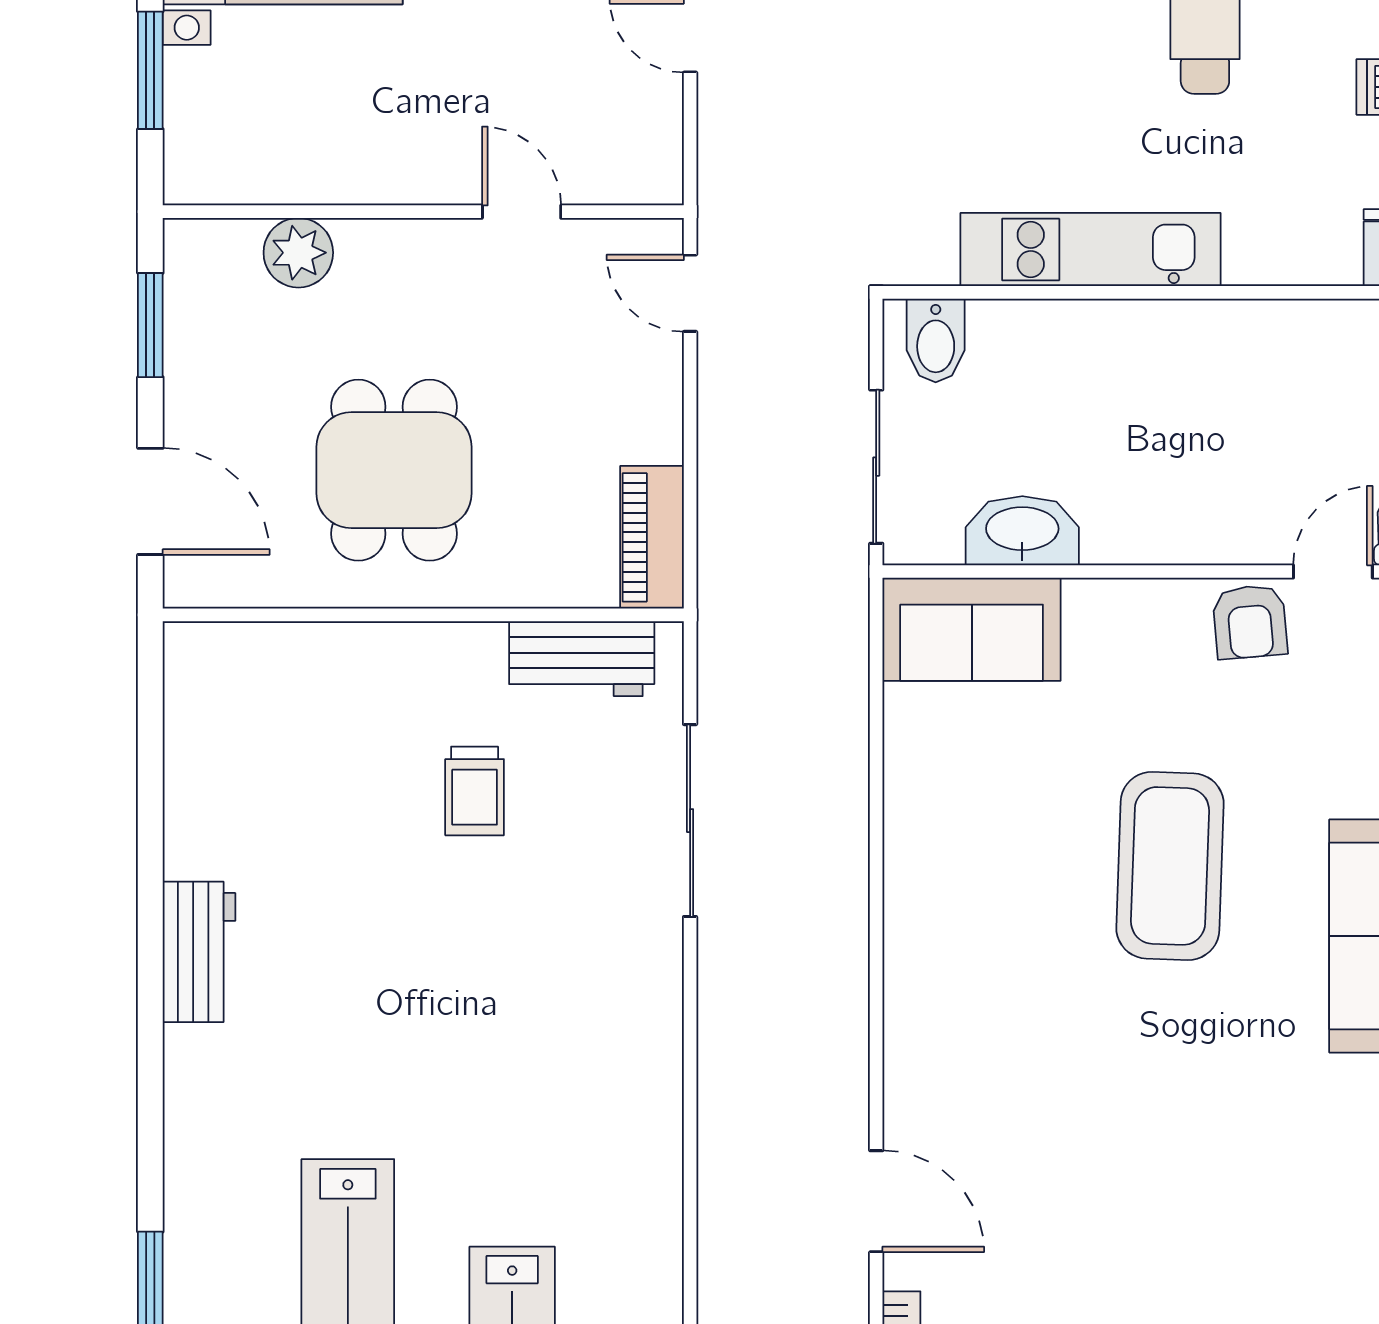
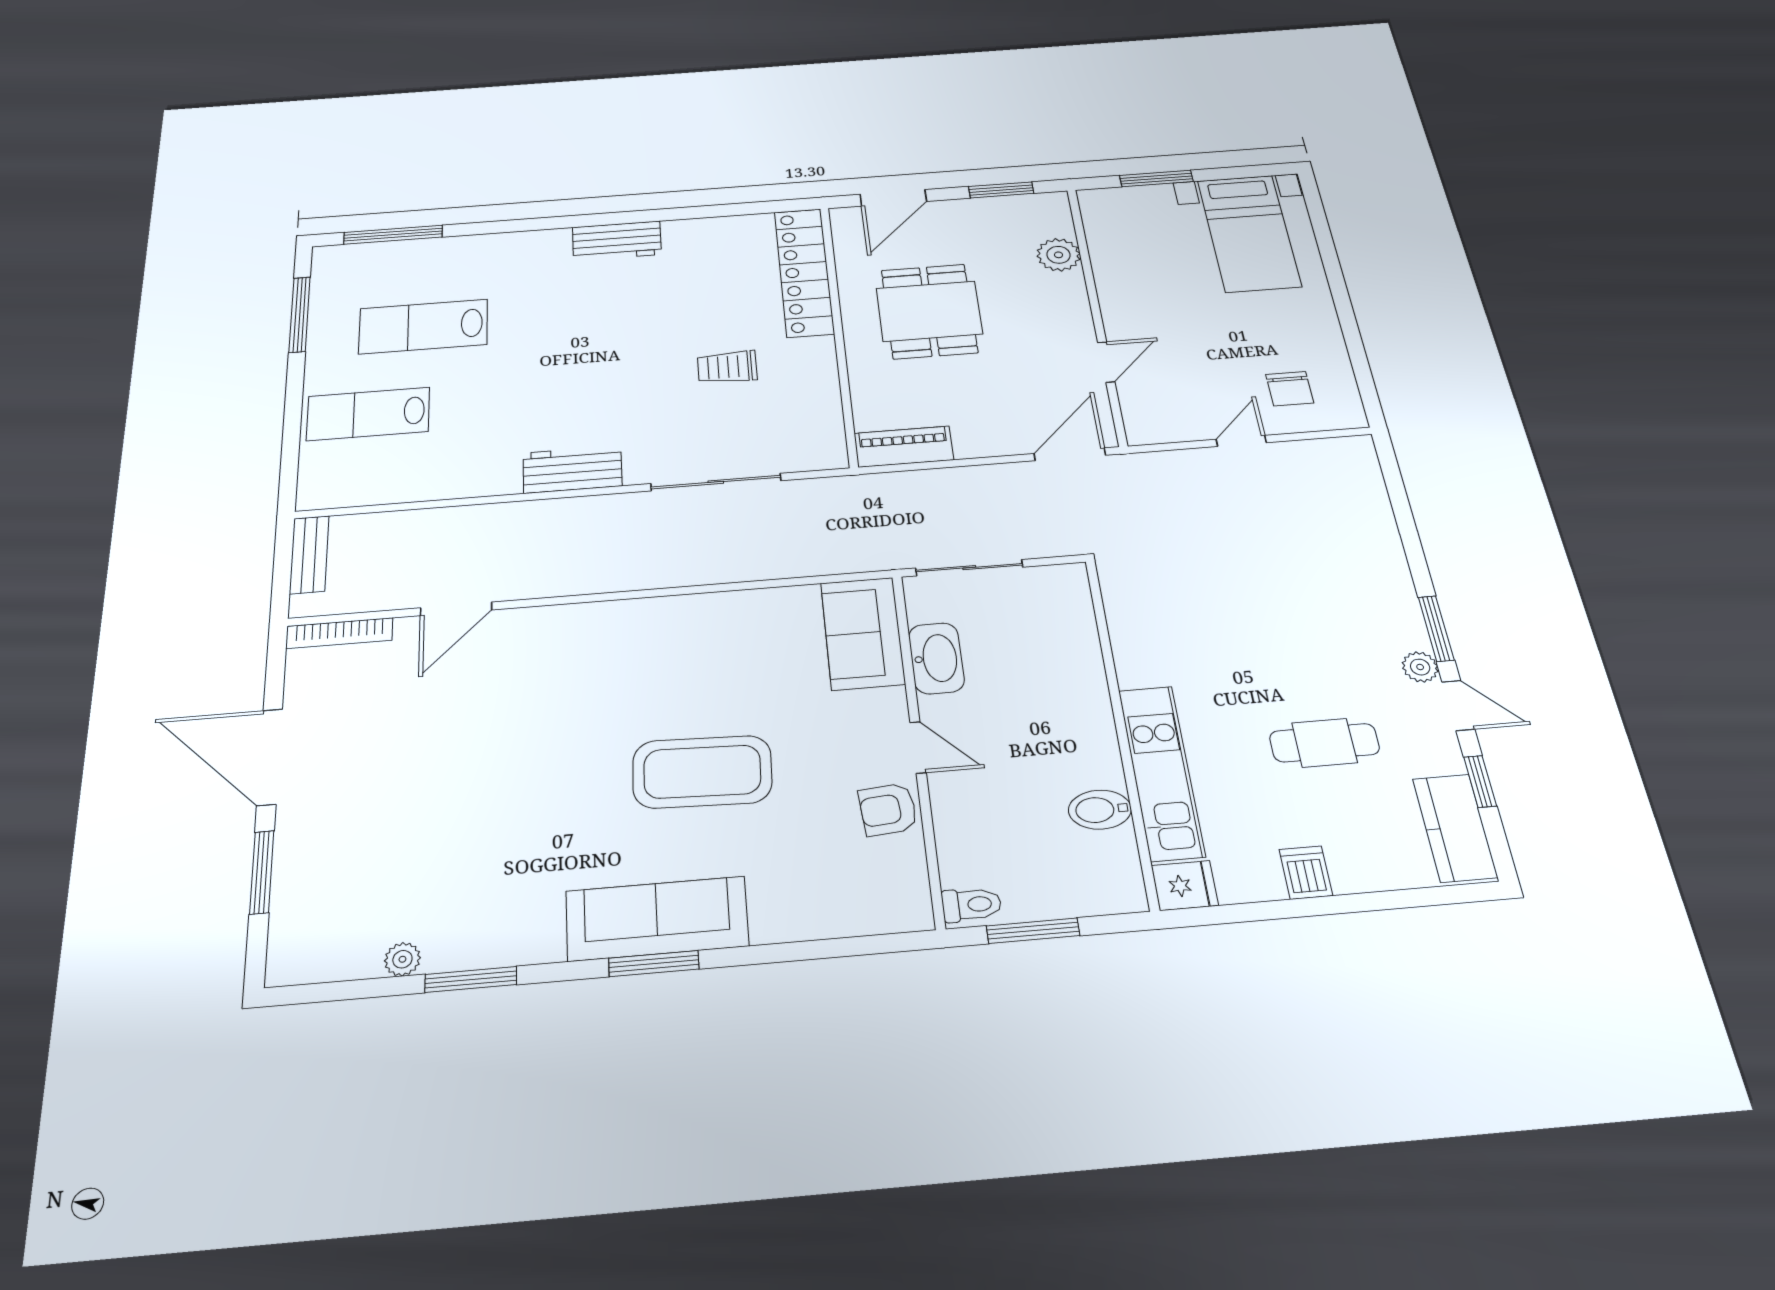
kitchen unit: (1091, 249) -> (1161, 772), moved
door: (690, 293) -> (1070, 454), width x1.38
bidet: (936, 340) -> (1100, 810), moved
dining table: (394, 470) -> (929, 311), turned 90
door: (1333, 572) -> (918, 747), moved
locker: (295, 658) -> (804, 272), added
workbench: (582, 659) -> (572, 469), moved, turned 90

